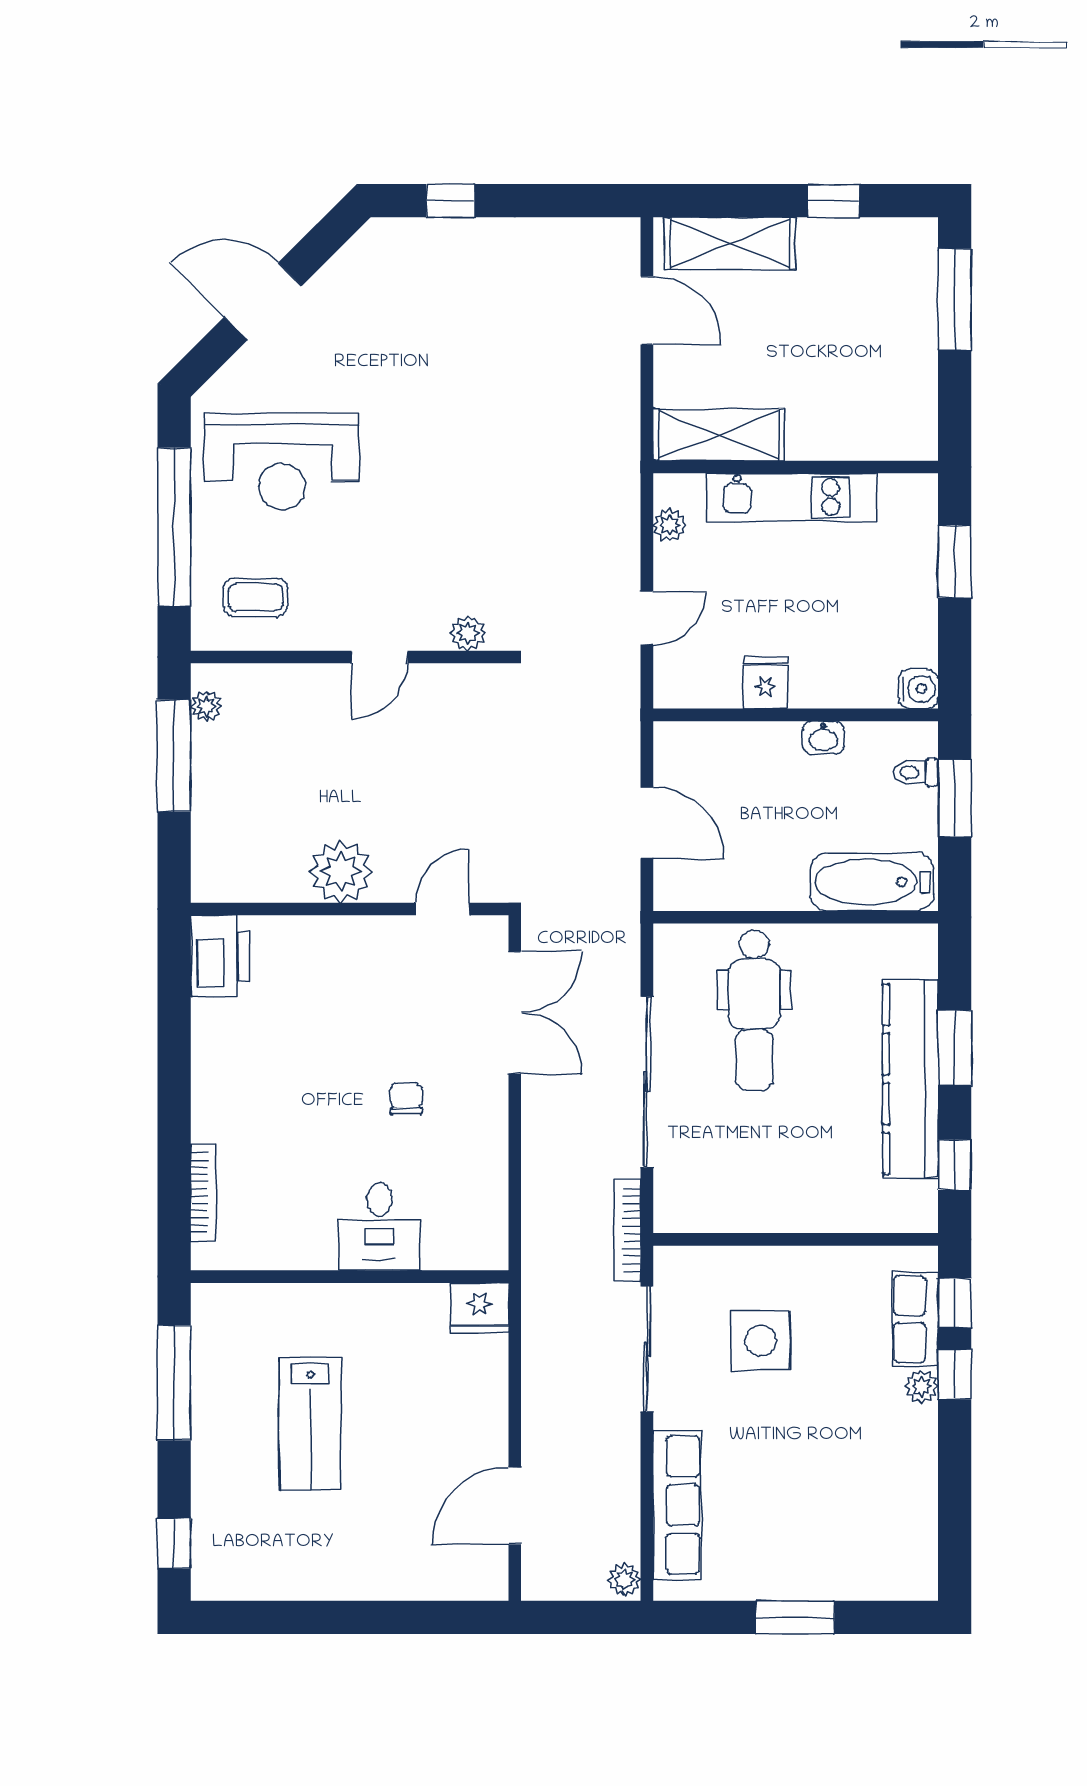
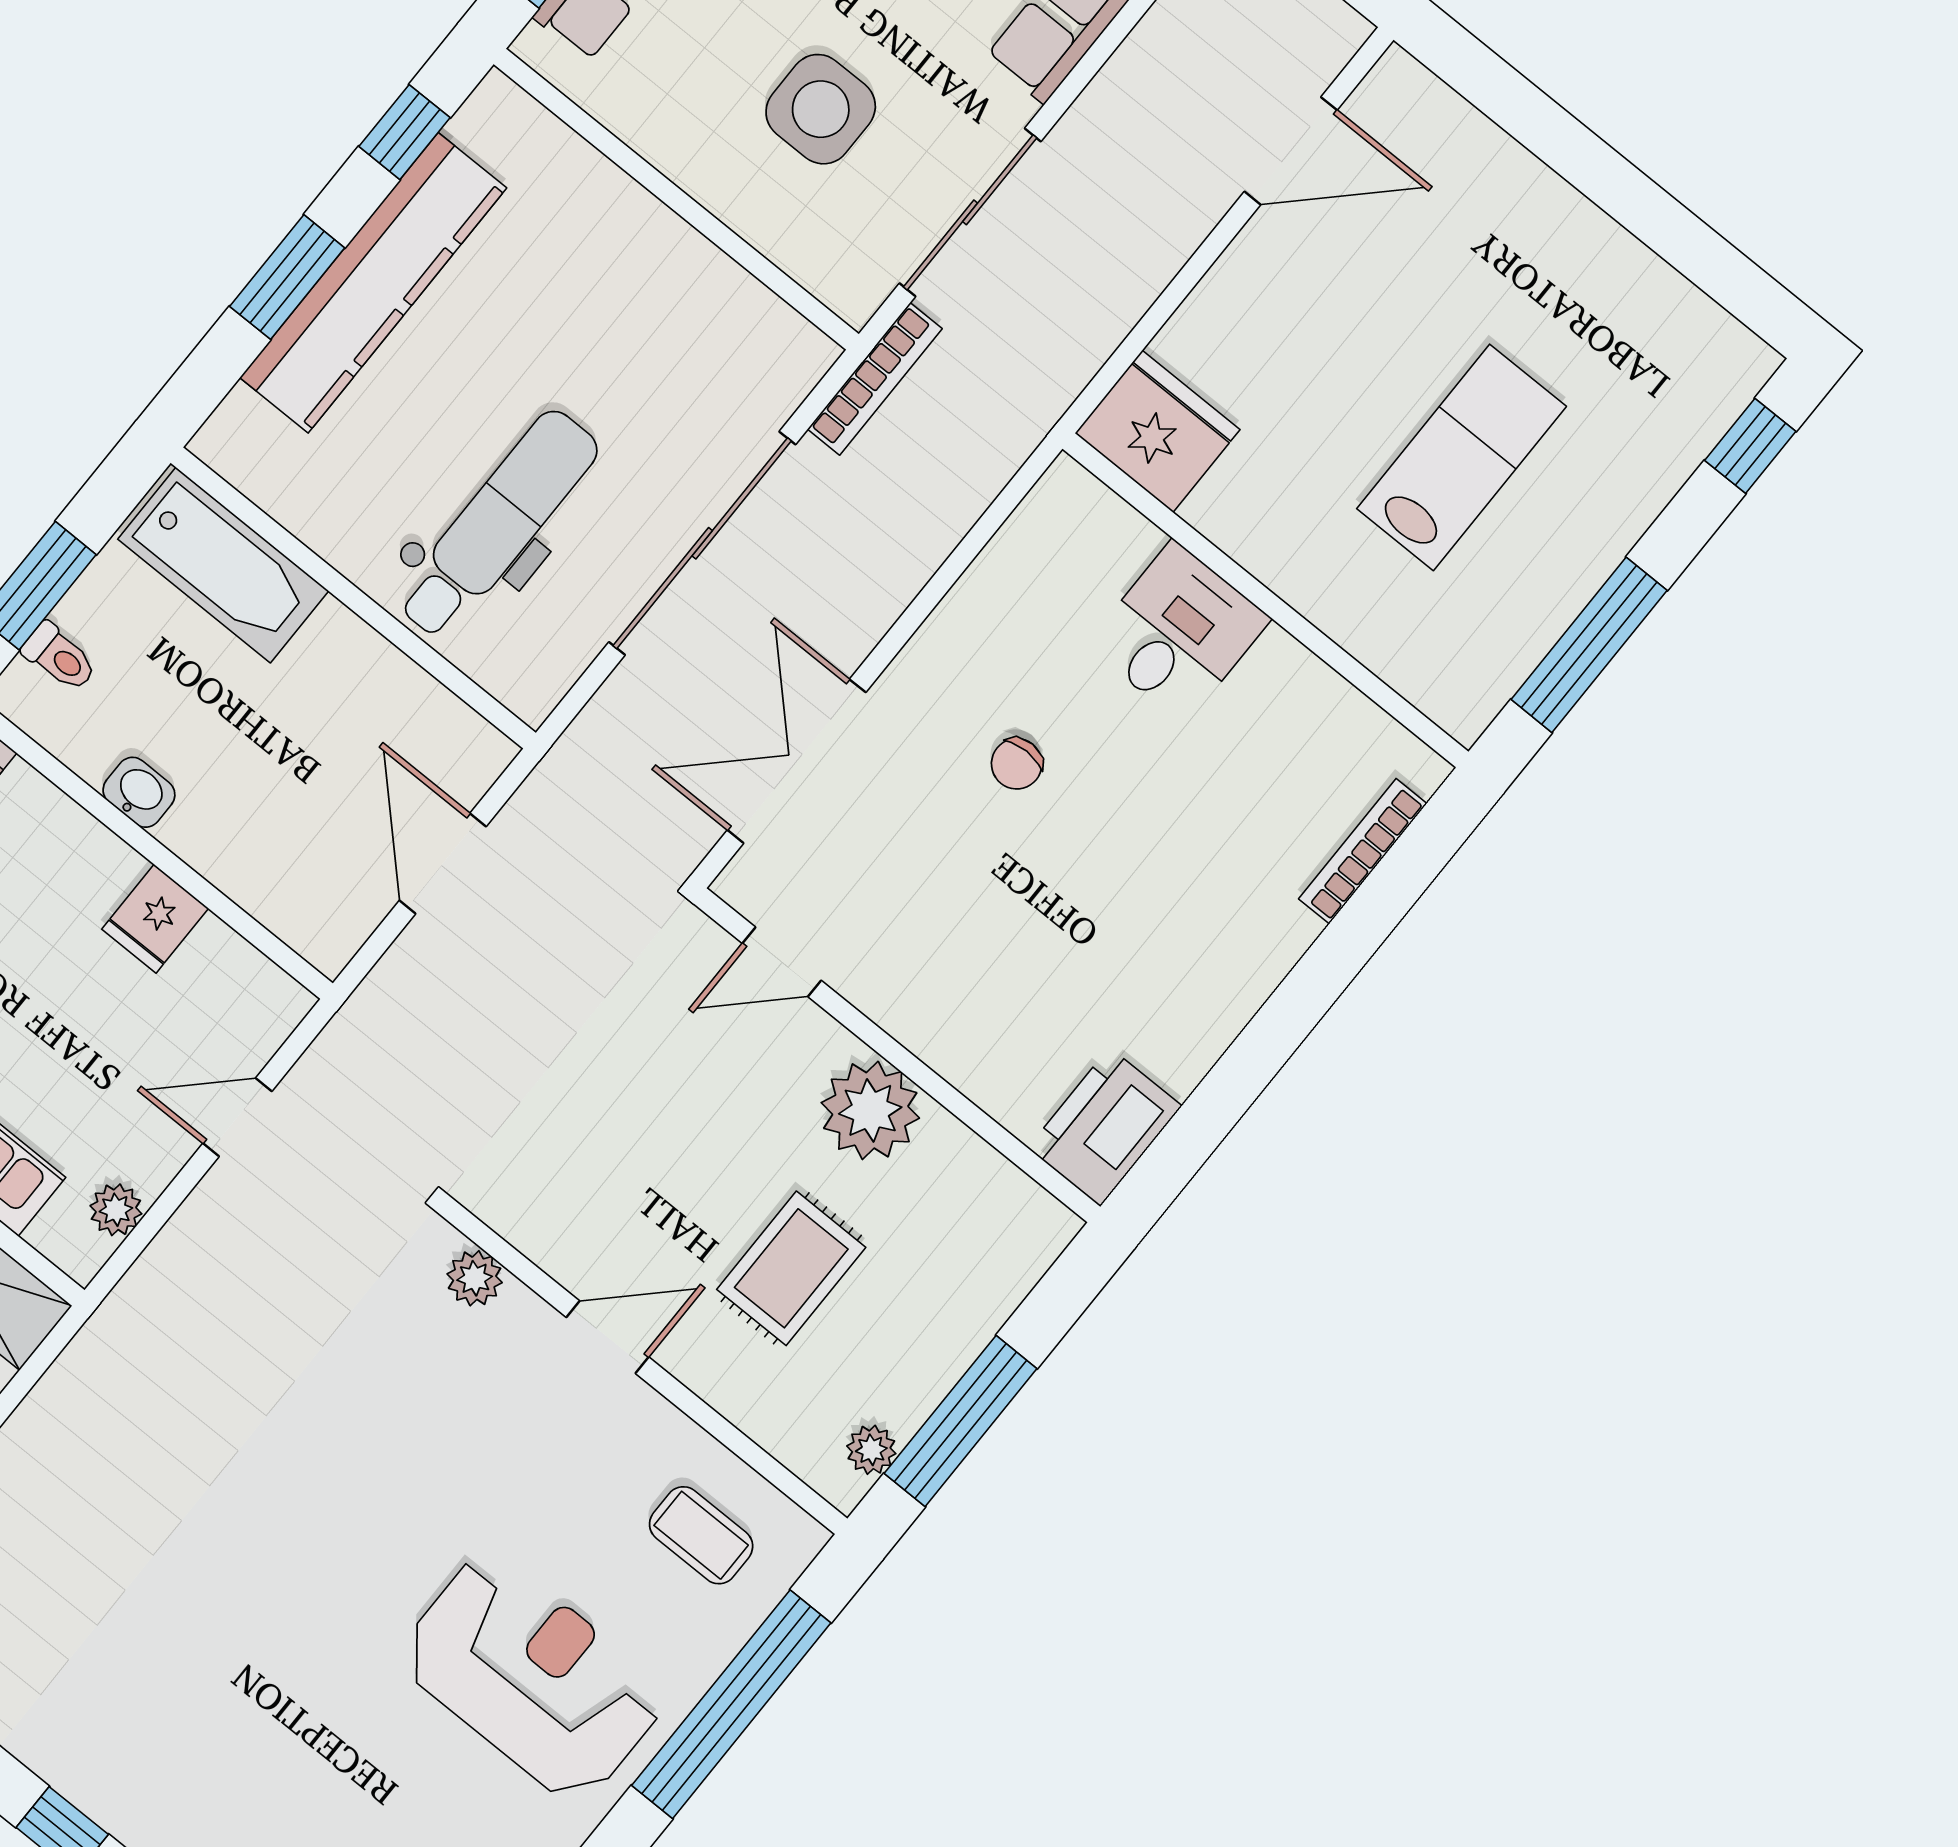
rug: (317, 763) -> (791, 1268), added
fridge: (479, 1308) -> (1158, 431), width x1.36, depth x1.34

